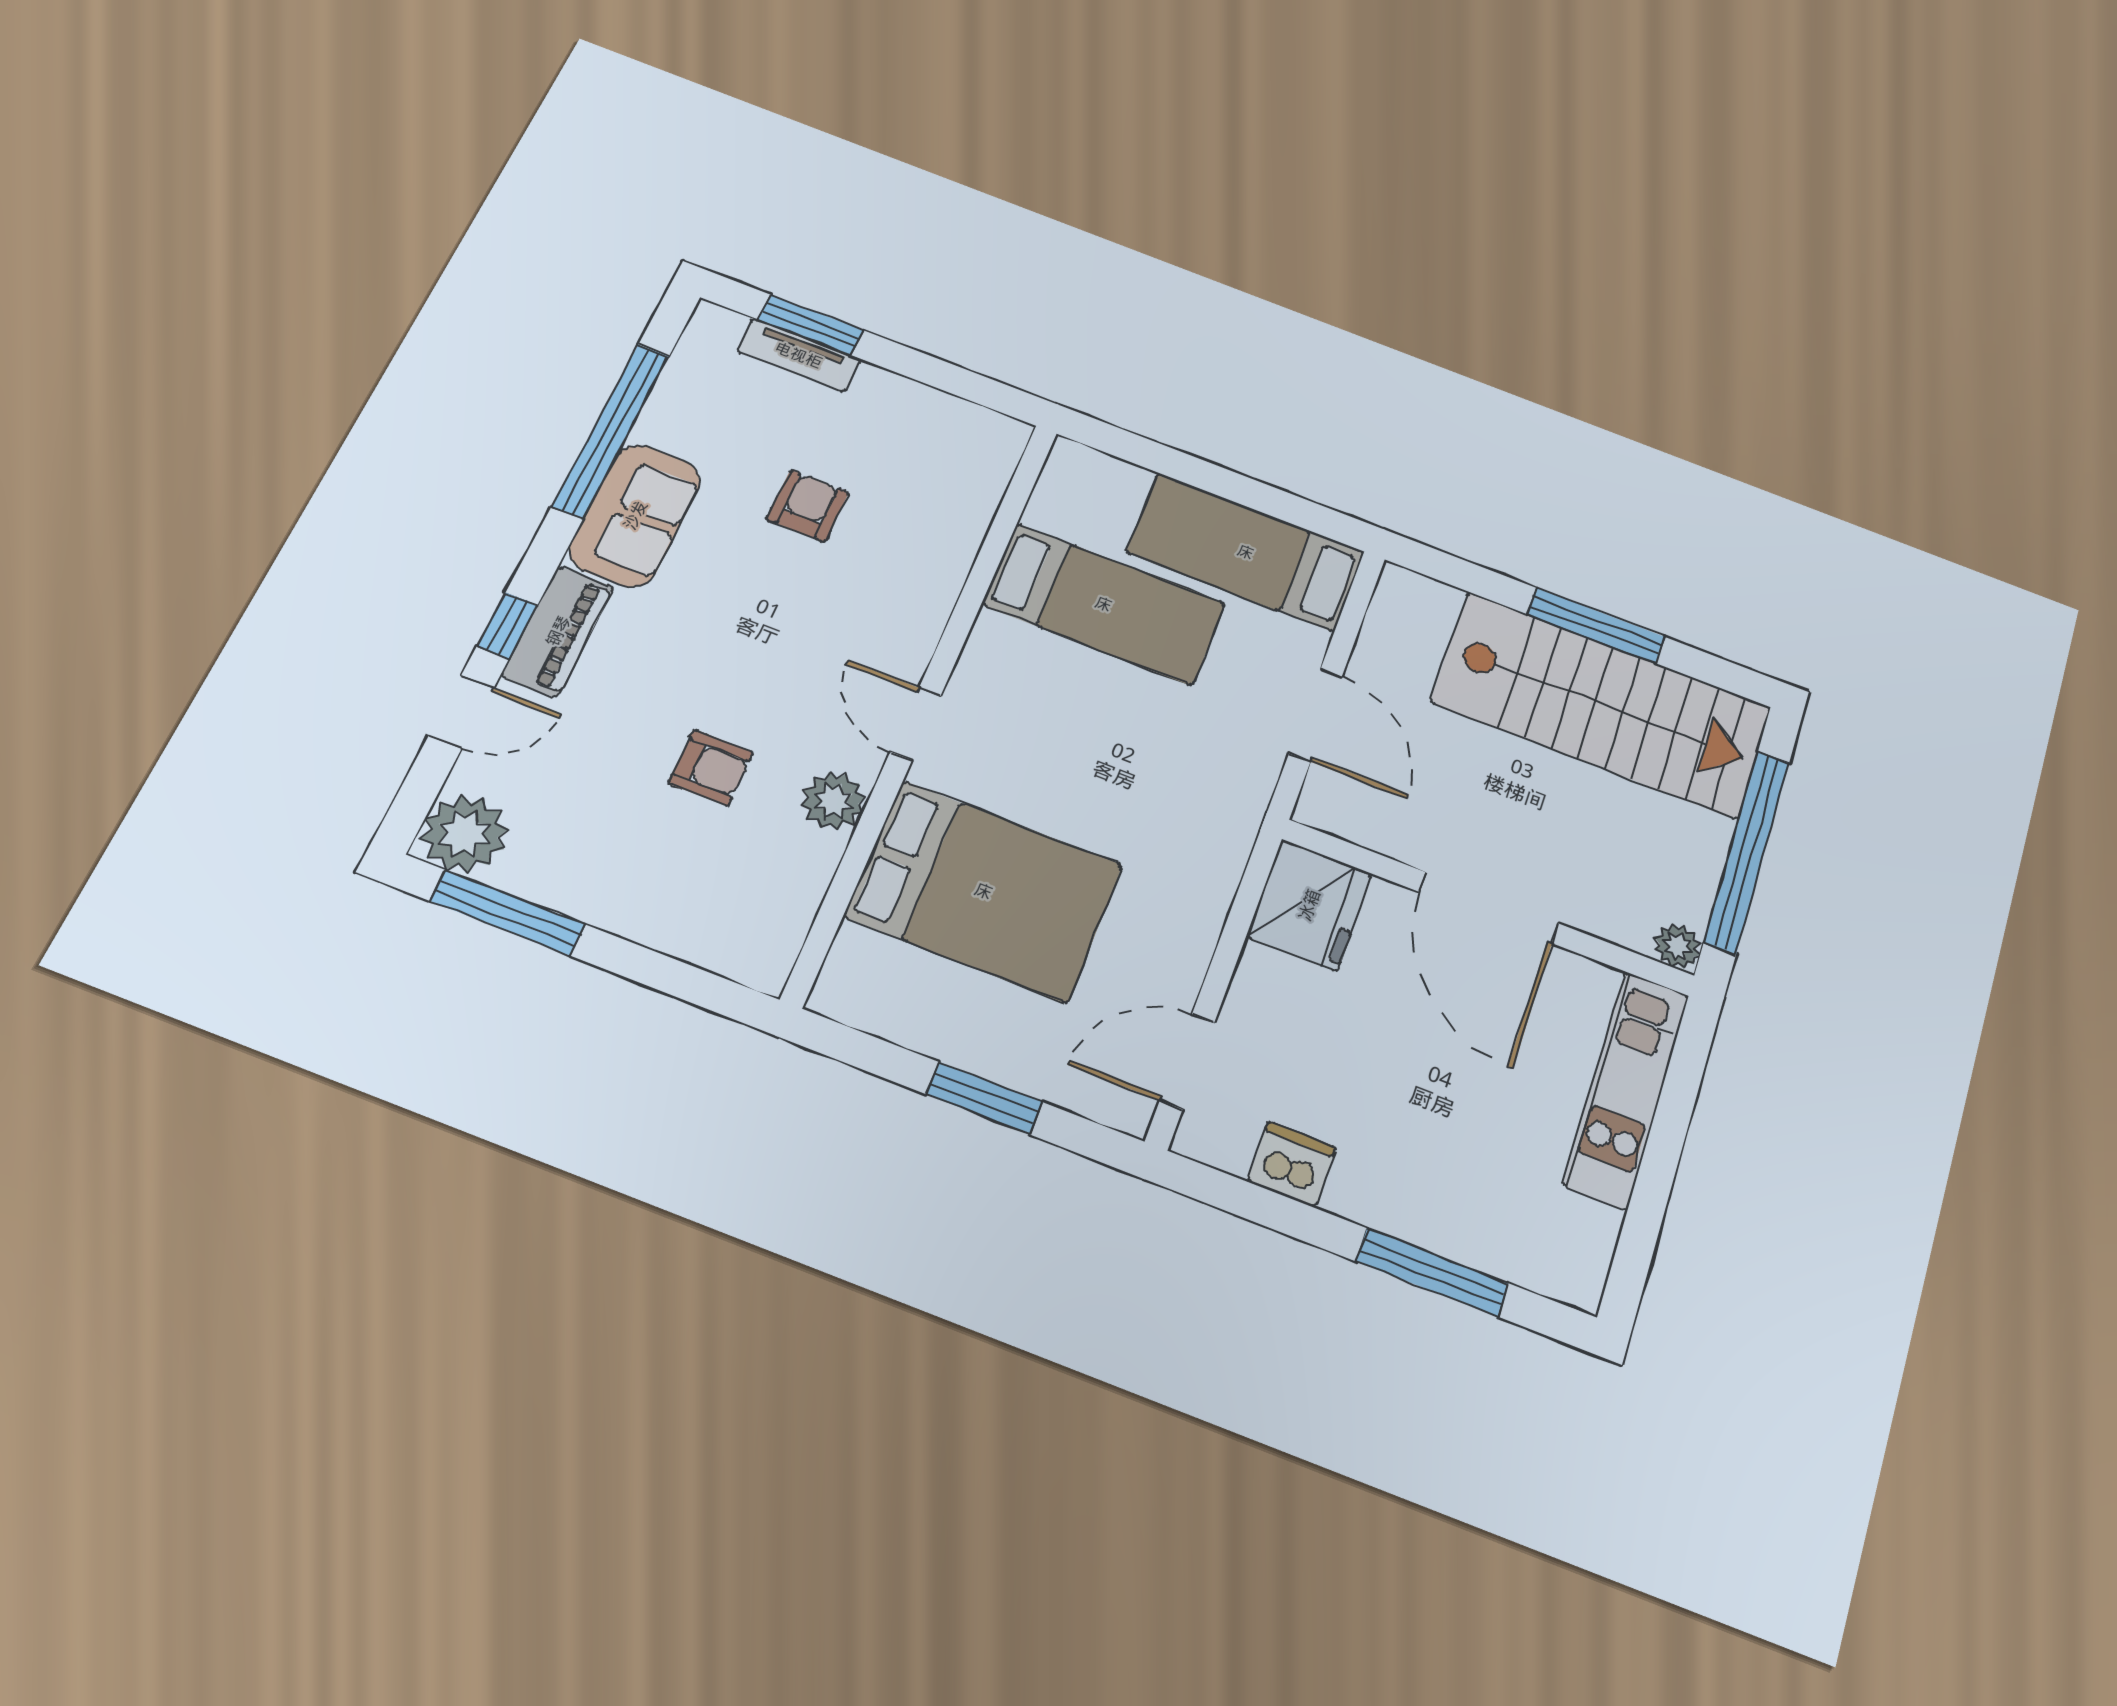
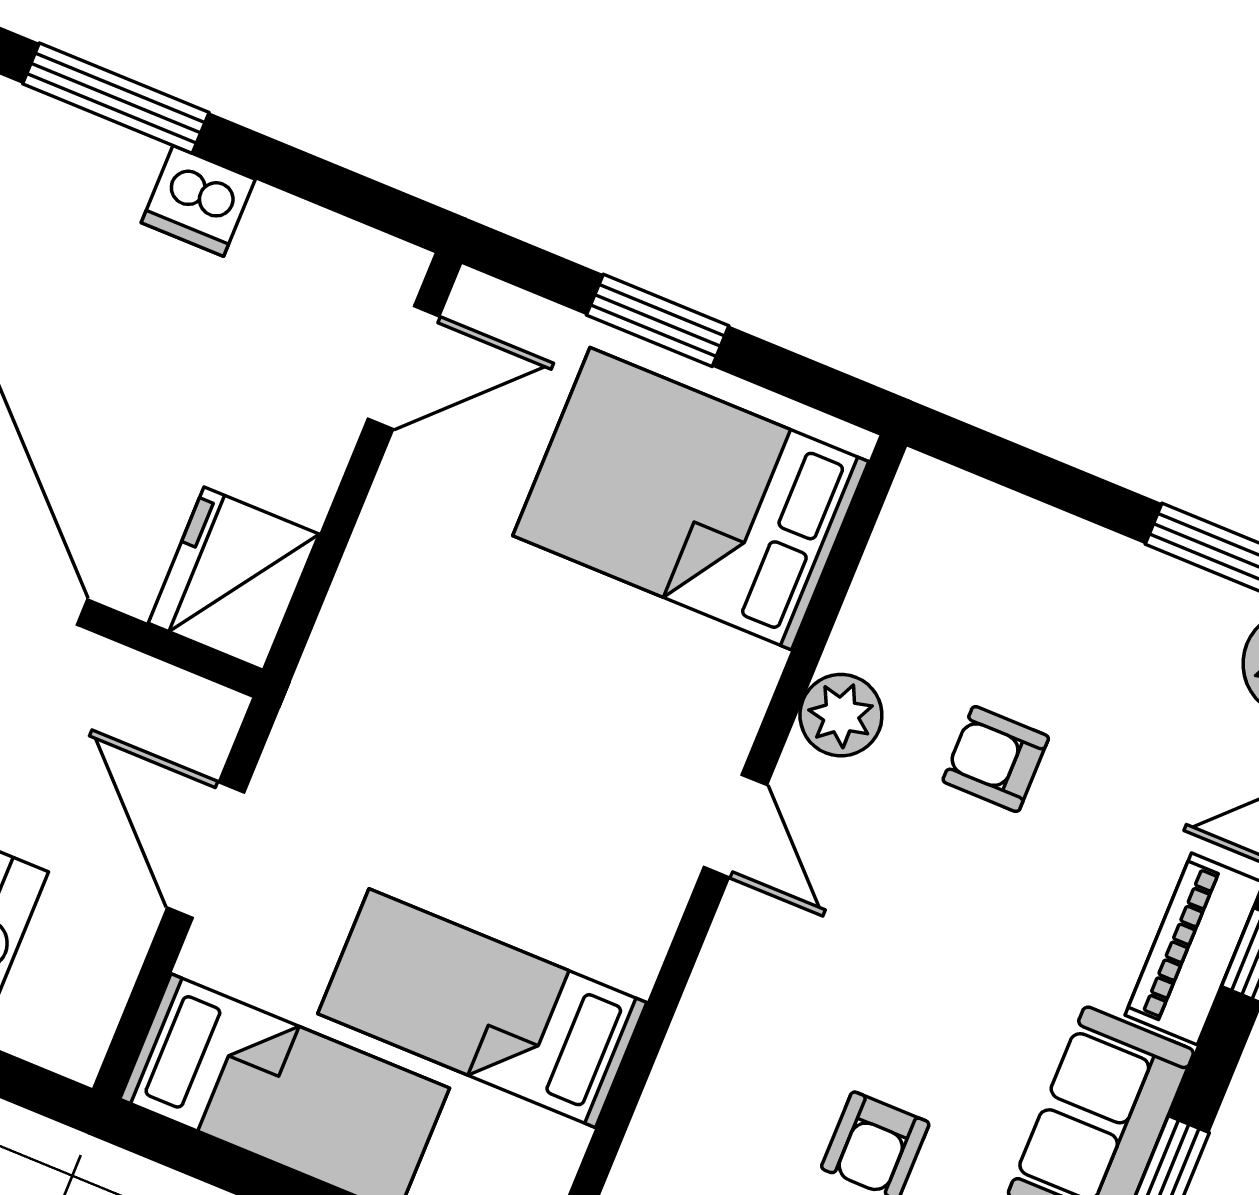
bed: (984, 891) -> (691, 499), moved
dishwasher: (1292, 1164) -> (198, 201), moved

